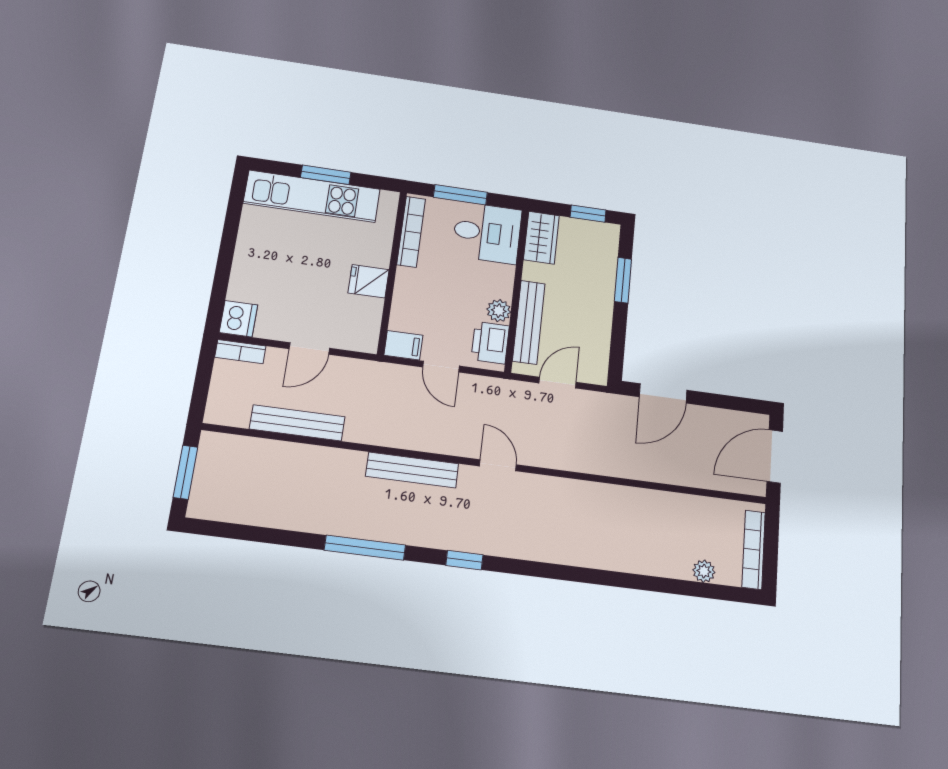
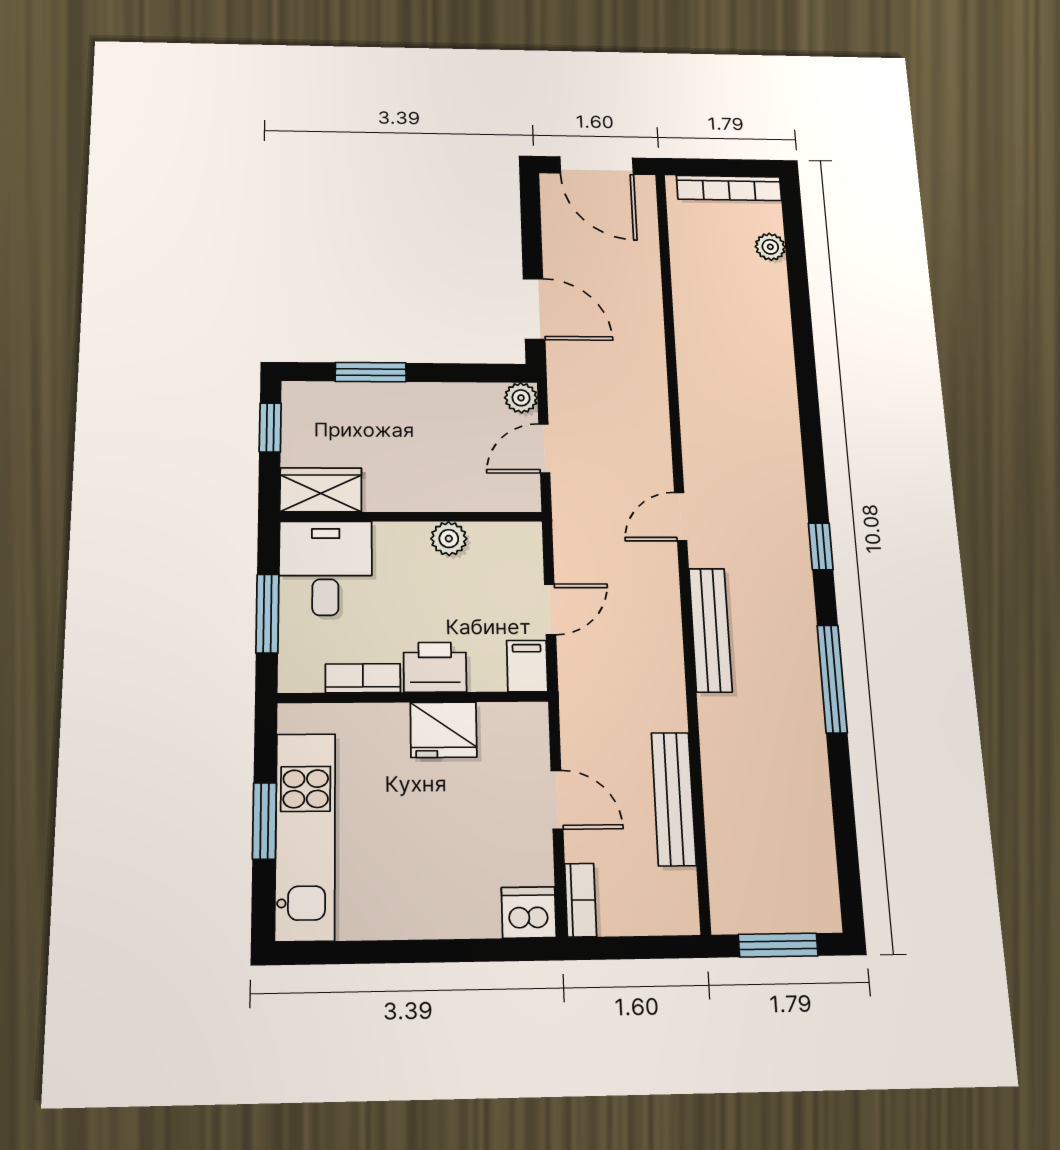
bookcase: (411, 232) -> (363, 678), width x0.64
fridge: (369, 281) -> (444, 730), width x1.38
bench: (529, 322) -> (459, 495), removed
printer: (490, 343) -> (435, 667), moved, turned 180
plant: (596, 373) -> (521, 398), added
door: (558, 383) -> (544, 448), hinge flipped

